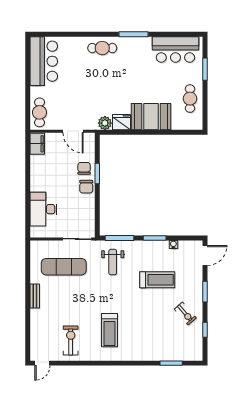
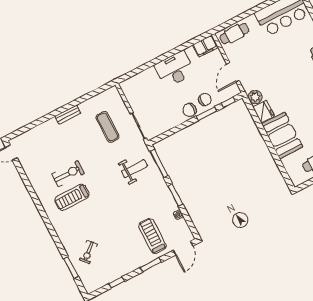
window: (97, 149) -> (228, 102), added
desk: (43, 209) -> (174, 69), moved
door: (205, 255) -> (183, 248), hinge flipped
weight bench: (113, 262) -> (134, 169), turned 180
exercise mat: (64, 267) -> (108, 127), width x0.73, depth x0.69
treadmill: (157, 280) -> (152, 236), moved, turned 180
exercise bike: (185, 314) -> (88, 252), moved
exercise bike: (71, 340) -> (68, 174), moved

